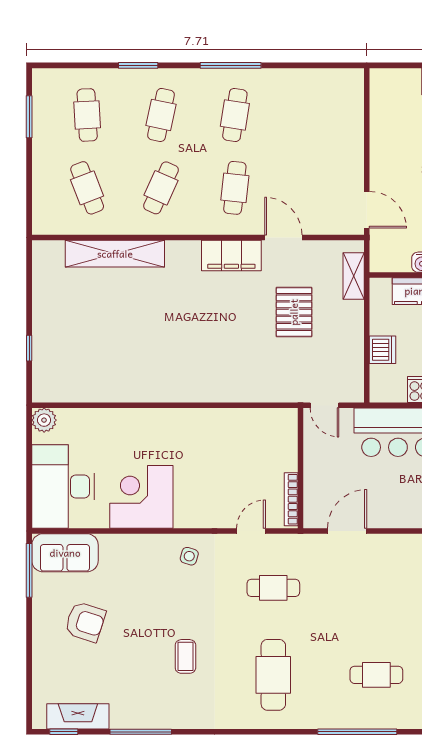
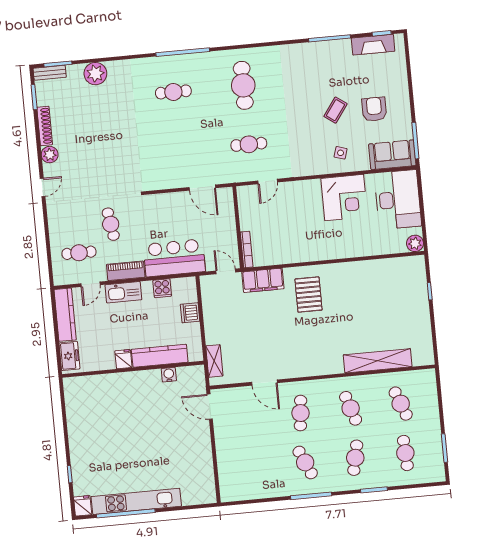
cafe table: (235, 115) -> (305, 462), turned -33
cafe table: (161, 188) -> (351, 408), turned -42
filing cabinet: (231, 256) -> (263, 280), moved, turned 180
pallet: (294, 312) -> (308, 295), moved
bookcase: (291, 499) -> (247, 250), moved
door: (347, 531) -> (202, 188), hinge flipped
side table: (189, 556) -> (341, 153), moved
armchair: (85, 622) -> (374, 109), turned 72
coffee table: (185, 656) -> (336, 110), moved, turned 36

